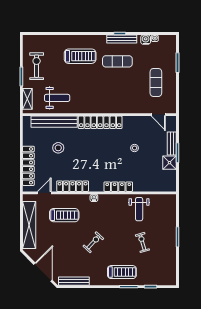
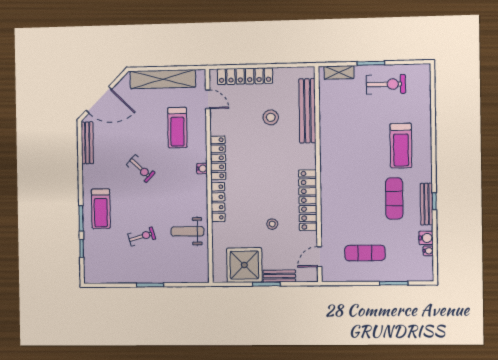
weight bench: (57, 98) -> (341, 114), removed
locker: (100, 122) -> (308, 200), moved
shower: (170, 163) -> (244, 265), width x1.86, depth x1.86
locker: (73, 186) -> (218, 158), moved

